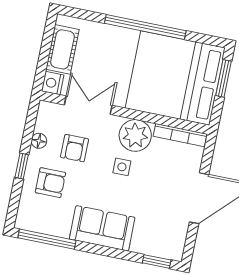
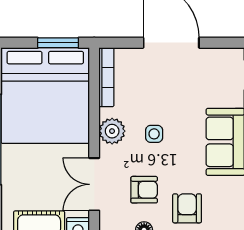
window: (223, 78) -> (58, 43), moved
plant: (135, 135) -> (112, 131), width x0.73, depth x0.73

